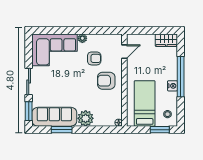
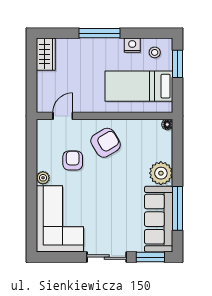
door: (124, 52) -> (63, 116), hinge flipped
window: (181, 77) -> (100, 33), width x0.68
armchair: (106, 81) -> (106, 143), turned -121
nightstand: (172, 86) -> (132, 45), moved
window: (62, 130) -> (178, 208), width x1.44

